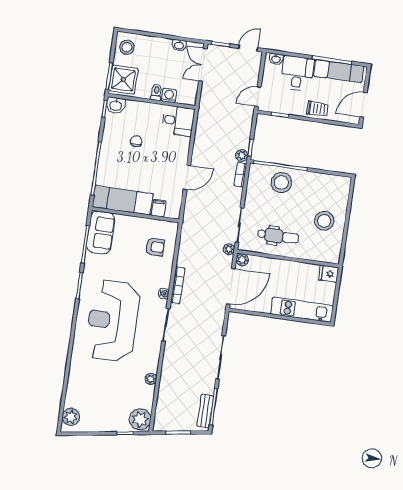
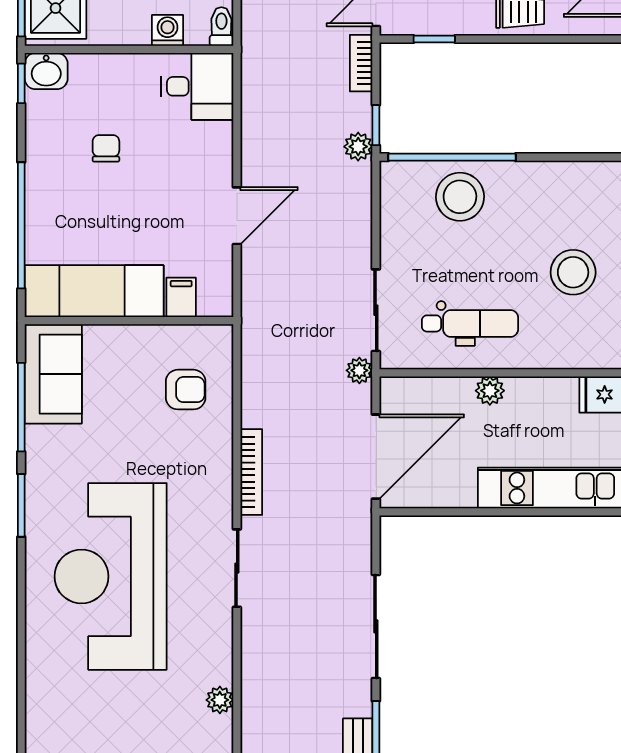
toilet: (156, 92) -> (221, 27), moved
bookcase: (240, 175) -> (361, 63), moved
plant: (242, 260) -> (490, 391), moved
water cooler: (164, 294) -> (222, 496), removed

